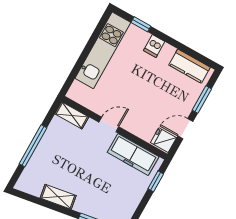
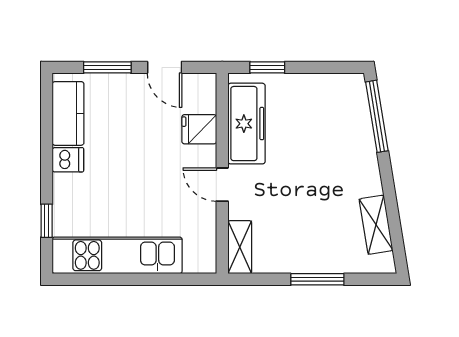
dishwasher: (154, 46) -> (68, 160), moved
fridge: (163, 140) -> (199, 129), moved, turned 90
window: (33, 146) -> (317, 279), width x0.69
shelving: (58, 197) -> (376, 225), moved

